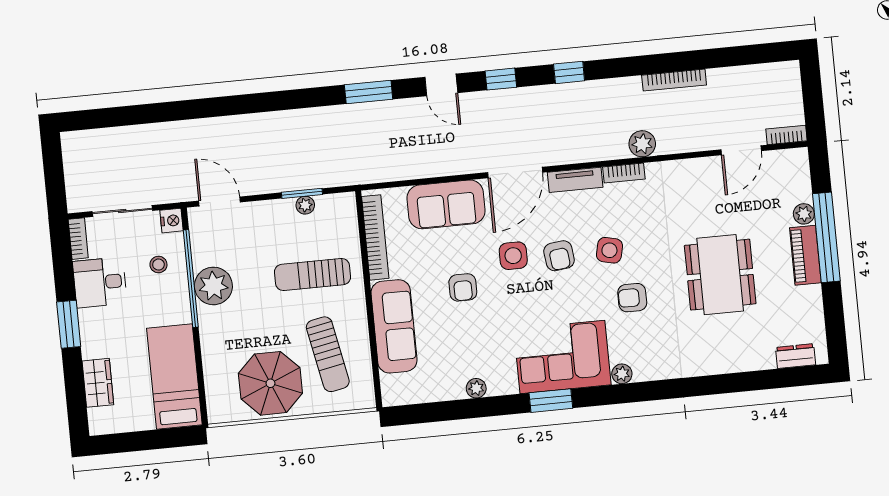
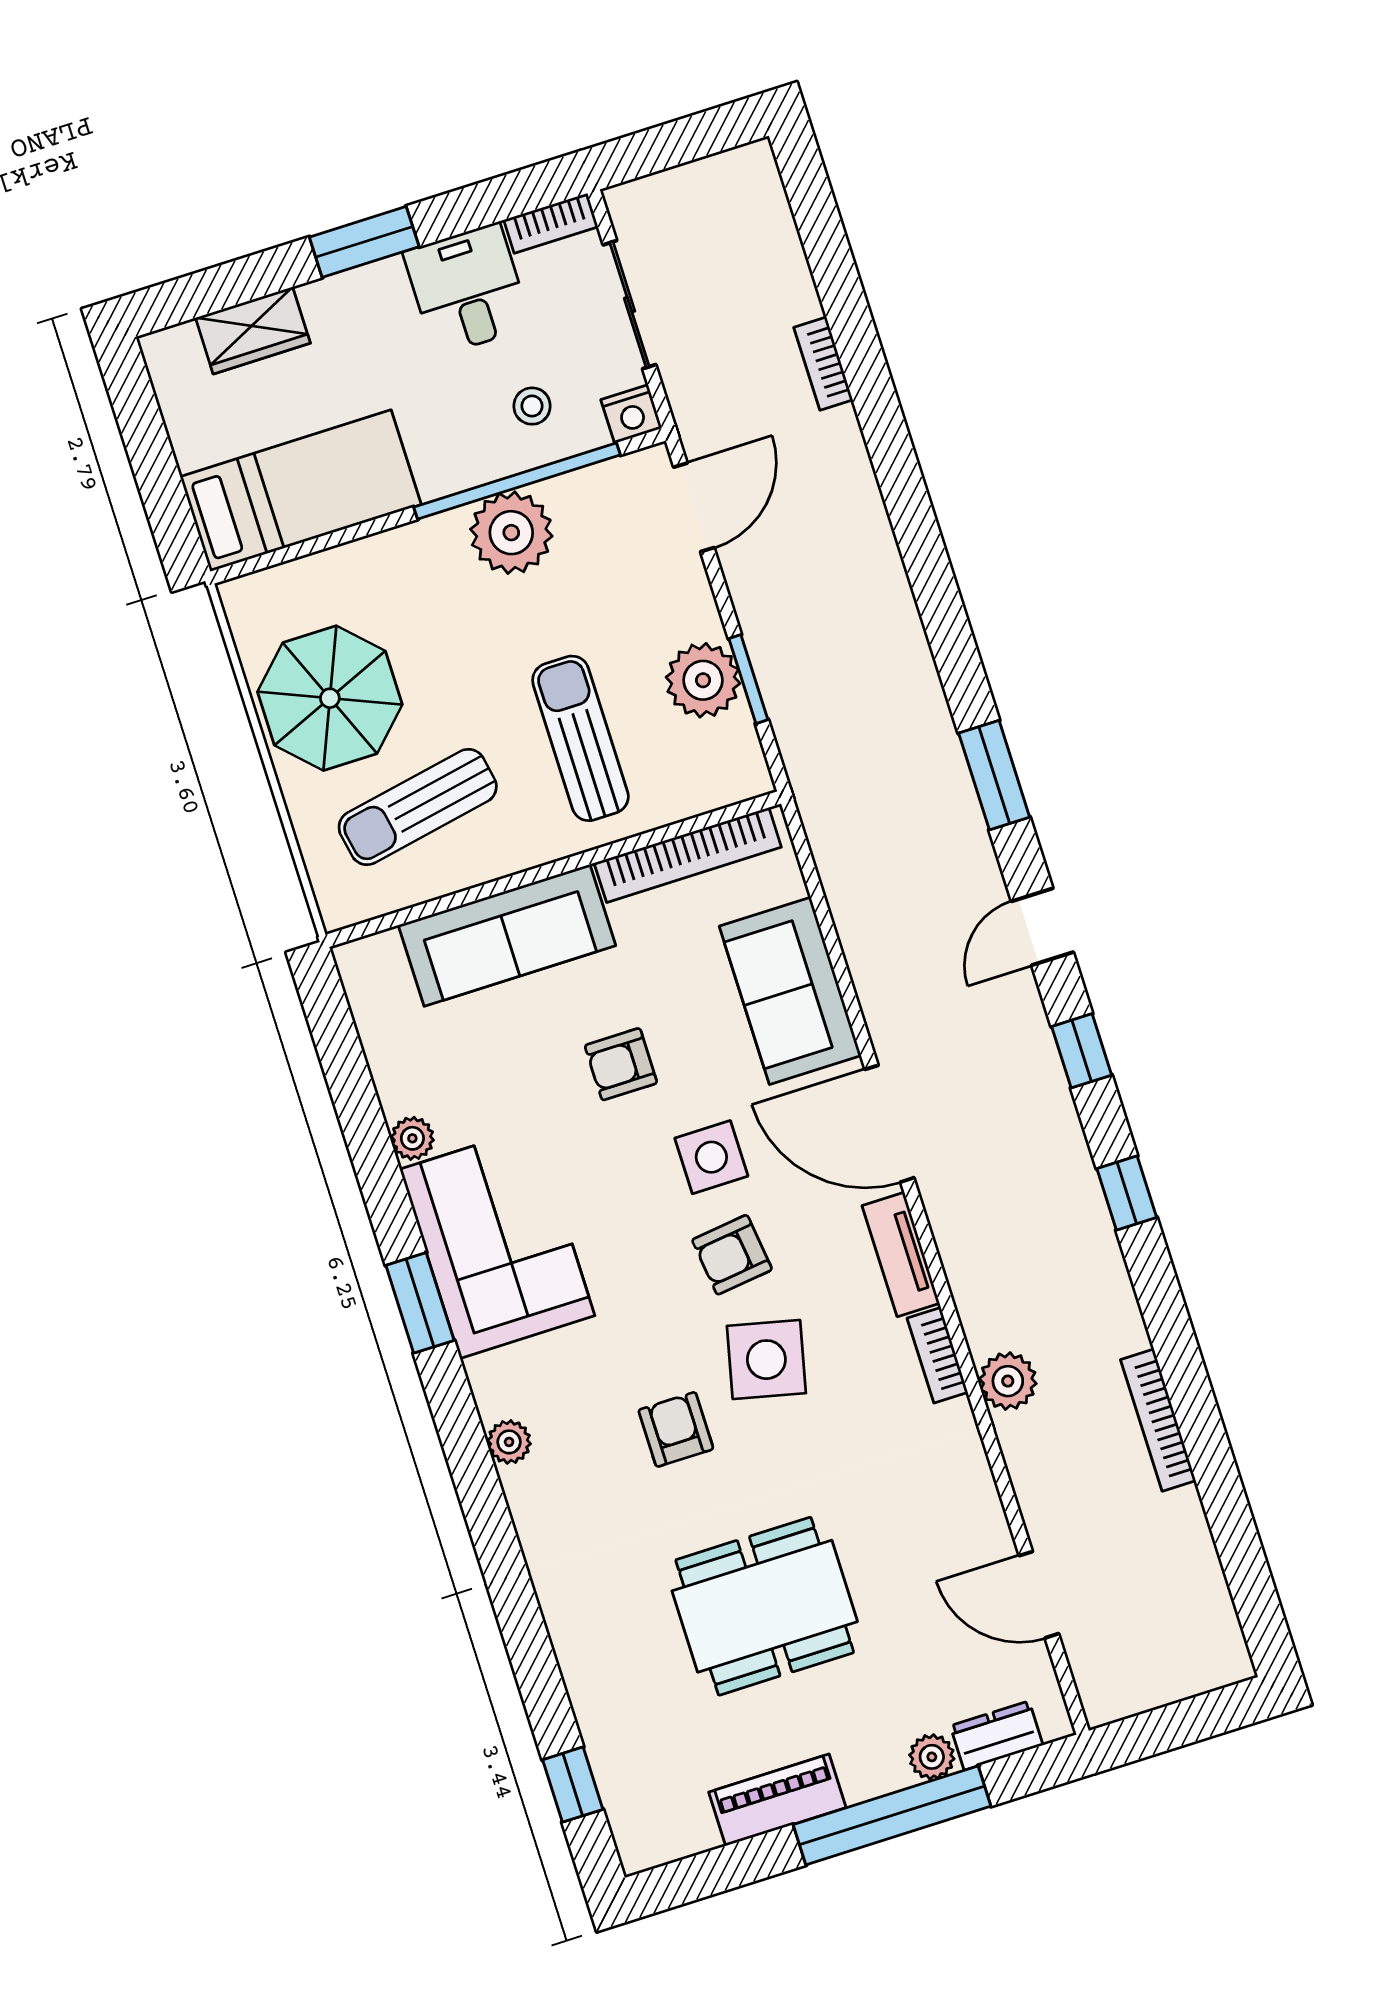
bookcase: (786, 135) -> (823, 364), moved, turned 180
plant: (305, 205) -> (703, 680), width x1.88, depth x1.88
side table: (609, 250) -> (766, 1360), width x1.37, depth x1.37
piano: (805, 255) -> (777, 1800), moved
dresser: (796, 356) -> (997, 1735), moved, turned -90
corner sofa: (562, 357) -> (497, 1242), moved
window: (782, 378) -> (573, 1785), added

